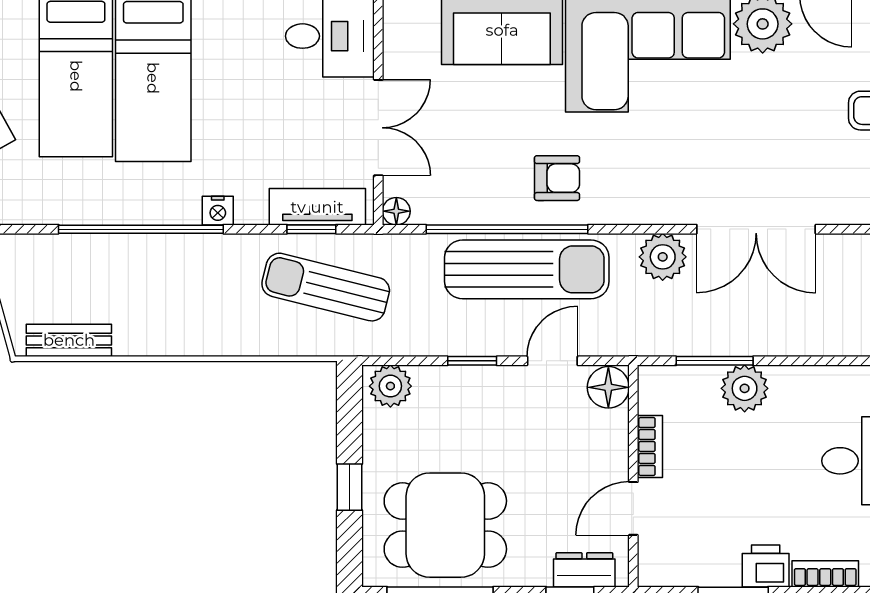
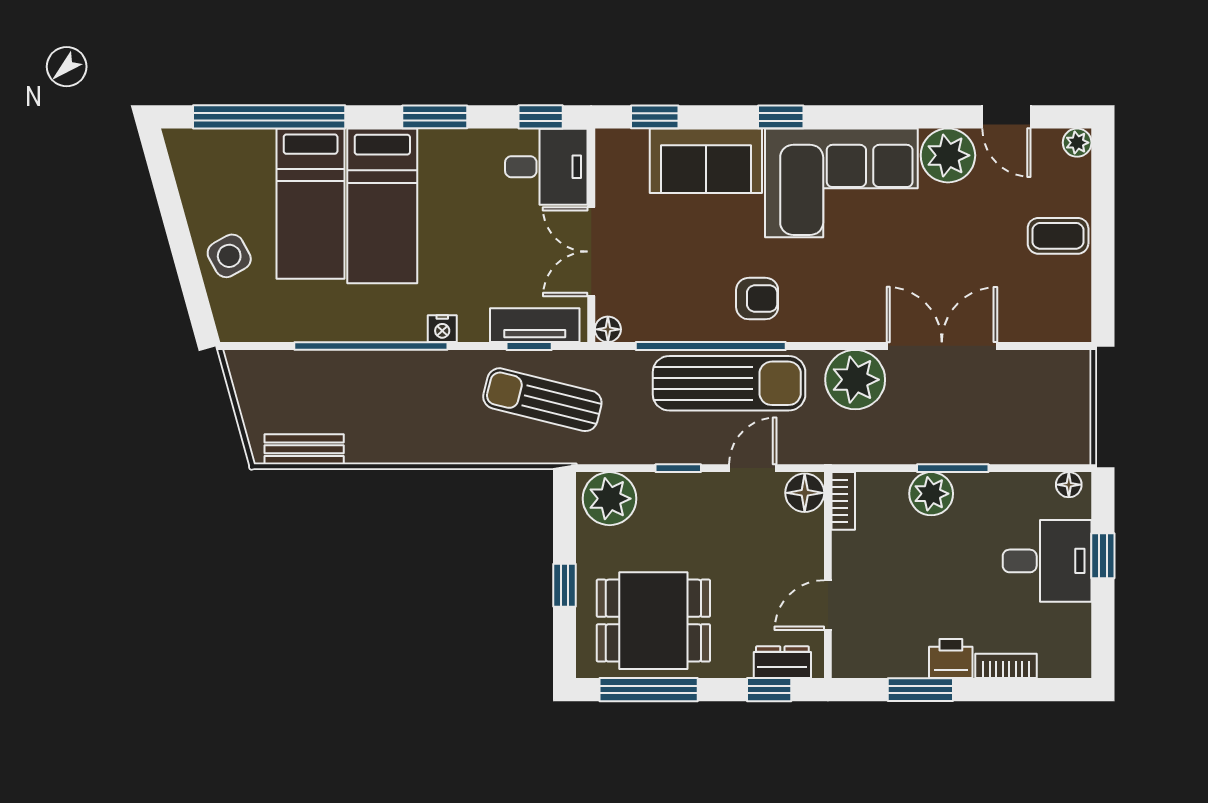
double door: (378, 128) -> (591, 252), swing flipped
double door: (756, 229) -> (942, 346), swing flipped
plant: (663, 257) -> (855, 380), width x1.36, depth x1.36
window: (715, 361) -> (953, 468), moved
plant: (390, 386) -> (610, 499), width x1.36, depth x1.36
bookcase: (650, 446) -> (843, 501), moved

